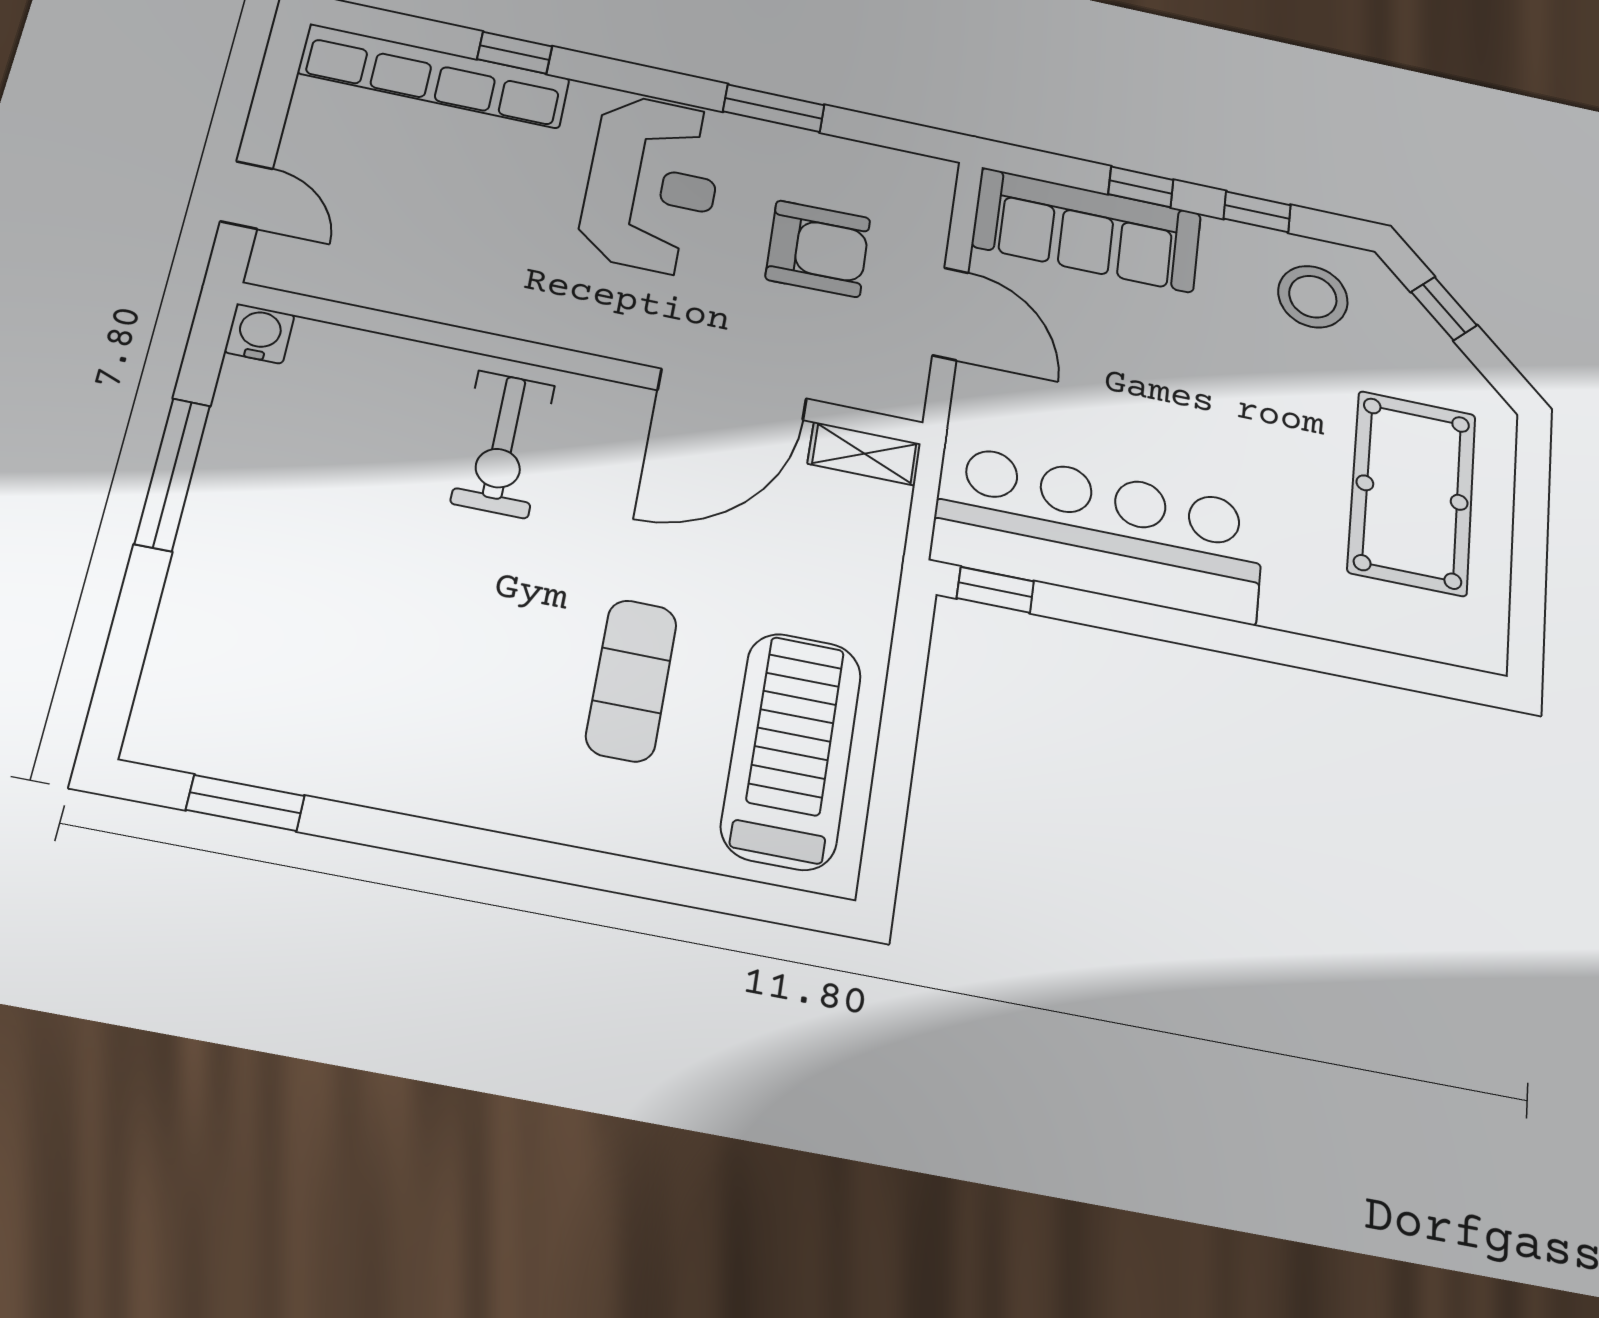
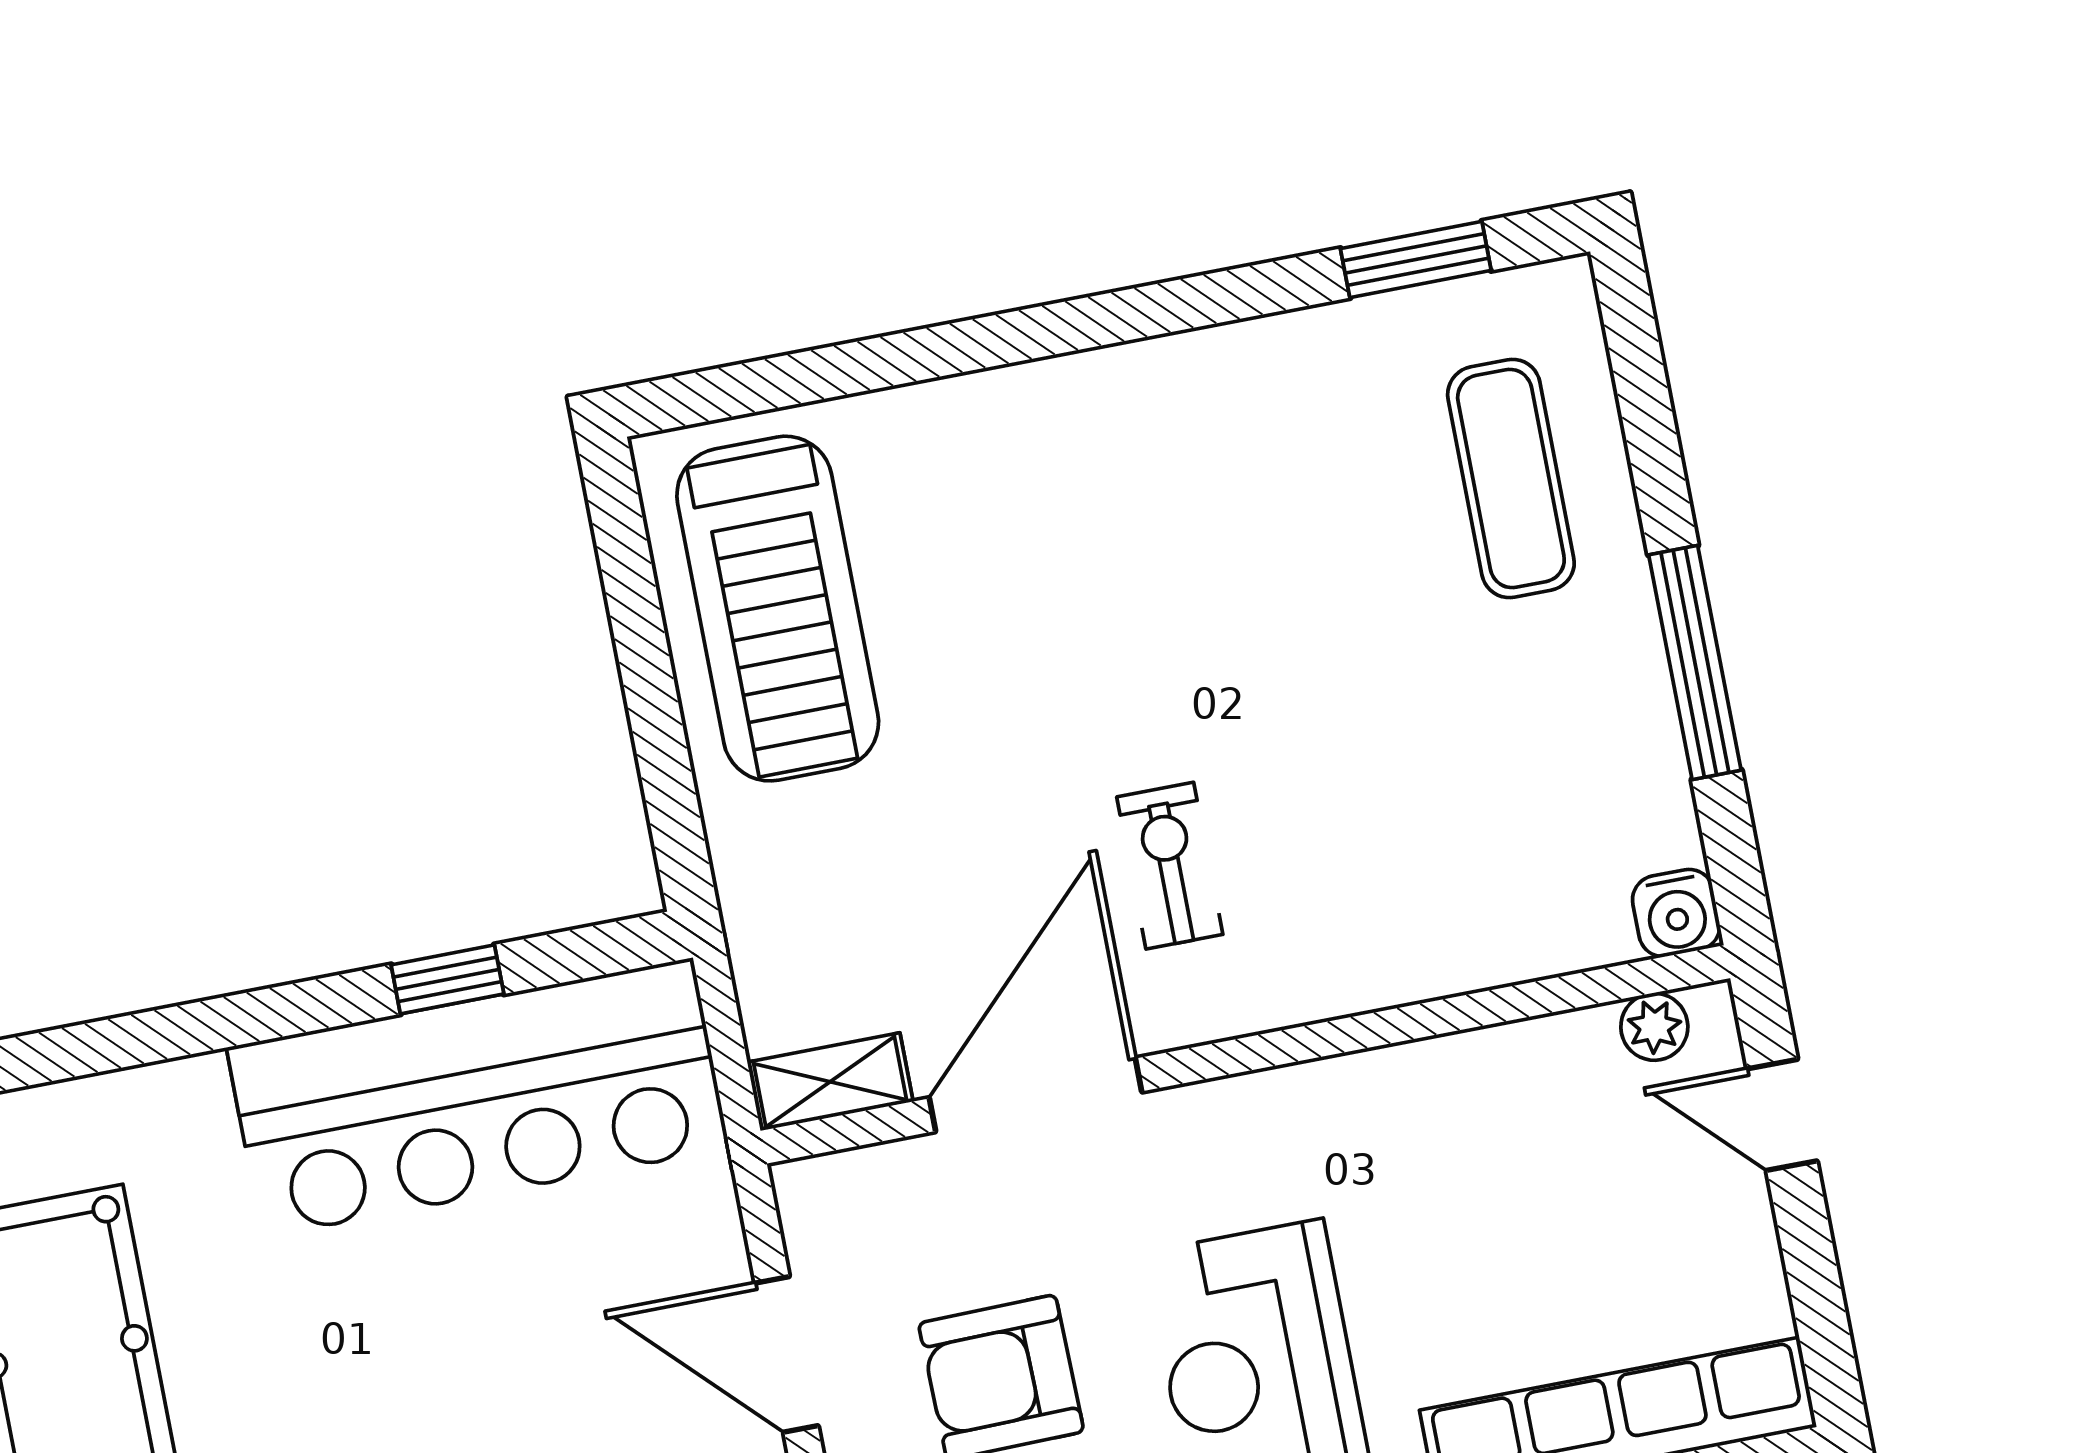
plant: (306, 275) -> (1654, 1027), added
exercise bike: (503, 444) -> (1170, 866), moved, width x0.73, depth x0.72
window: (995, 590) -> (447, 979), moved
exercise mat: (631, 680) -> (1511, 479), moved

